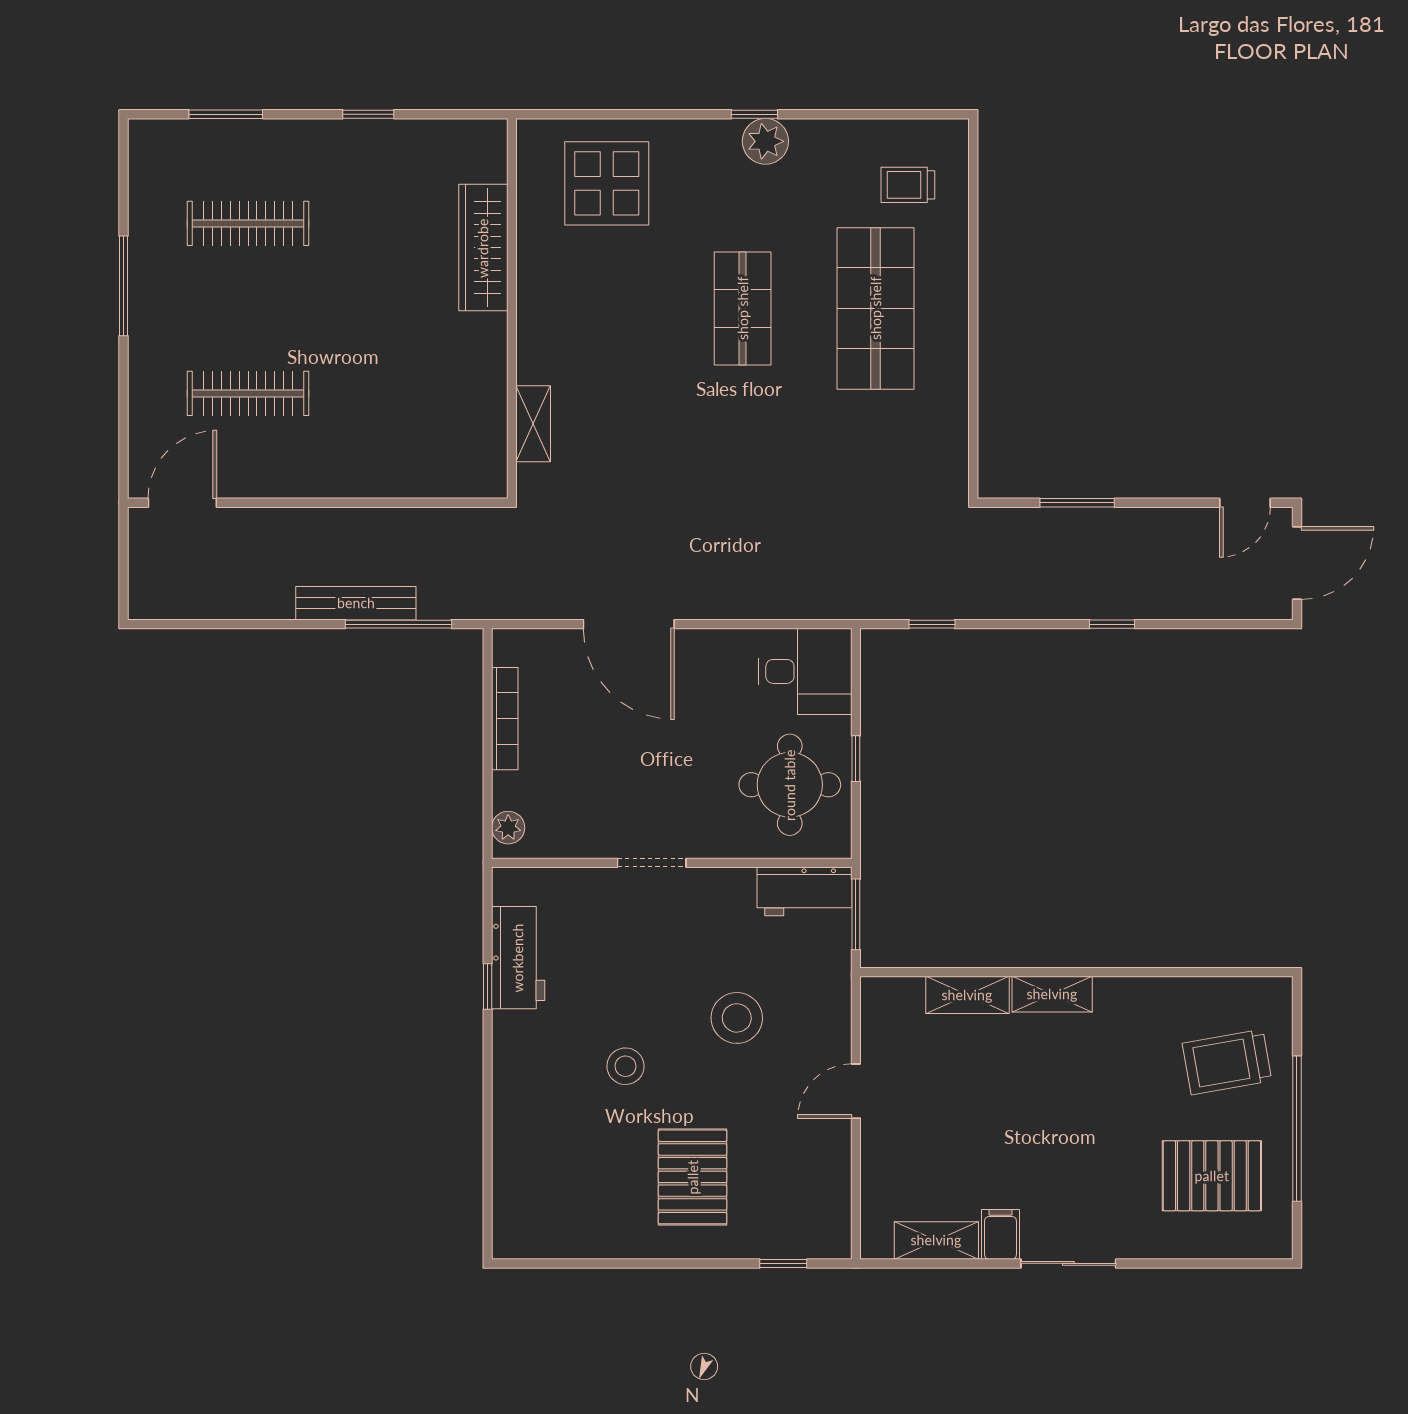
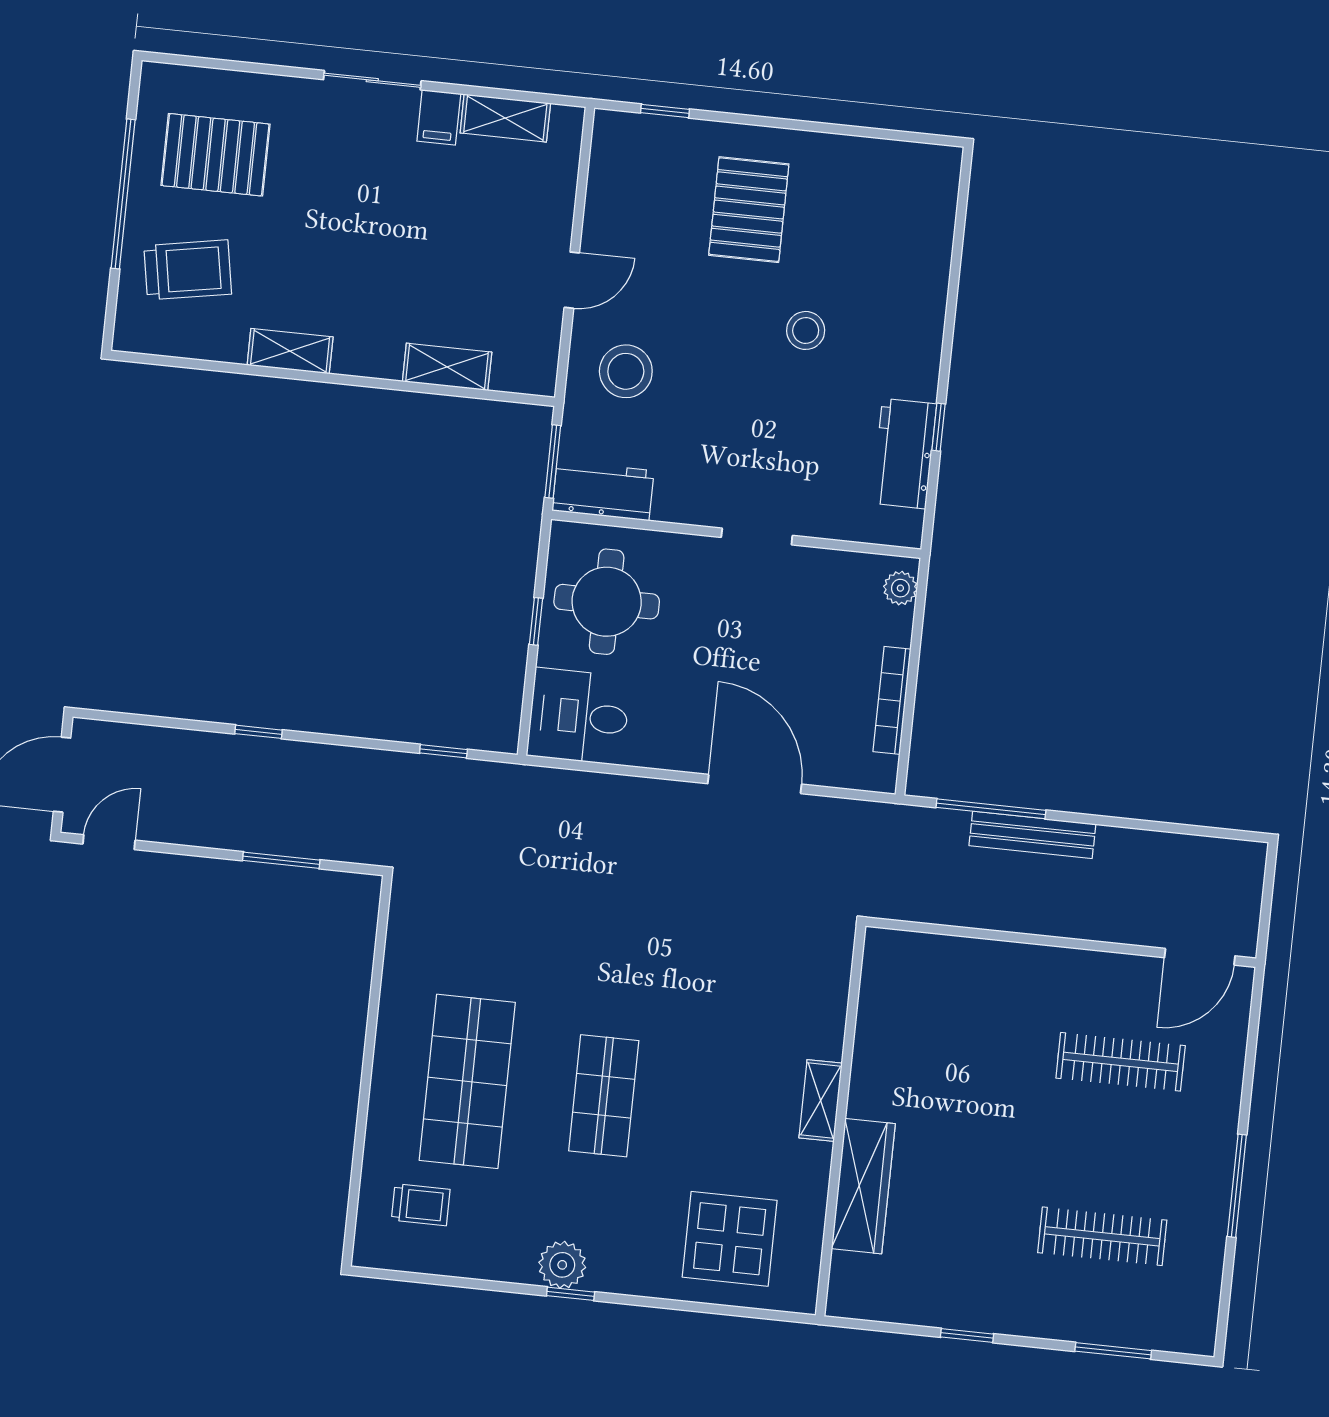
shelving: (533, 424) -> (821, 1100), moved
shelving: (1052, 994) -> (290, 351), moved
stool: (737, 1018) -> (626, 371), moved

